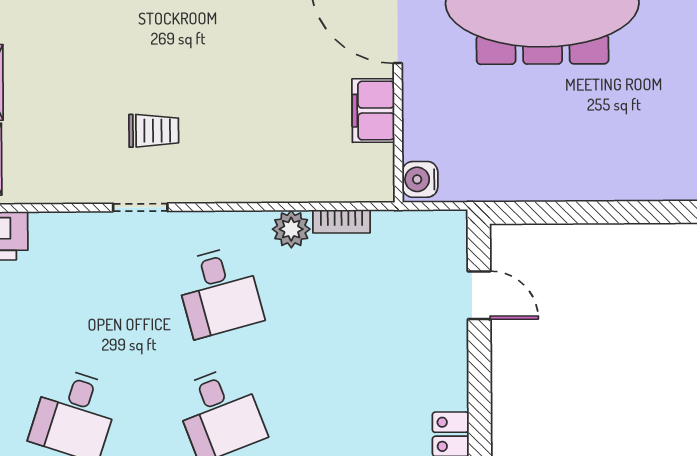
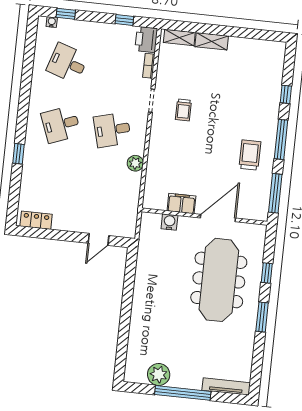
water cooler: (420, 179) -> (169, 222), moved
bookcase: (342, 222) -> (149, 66), moved

